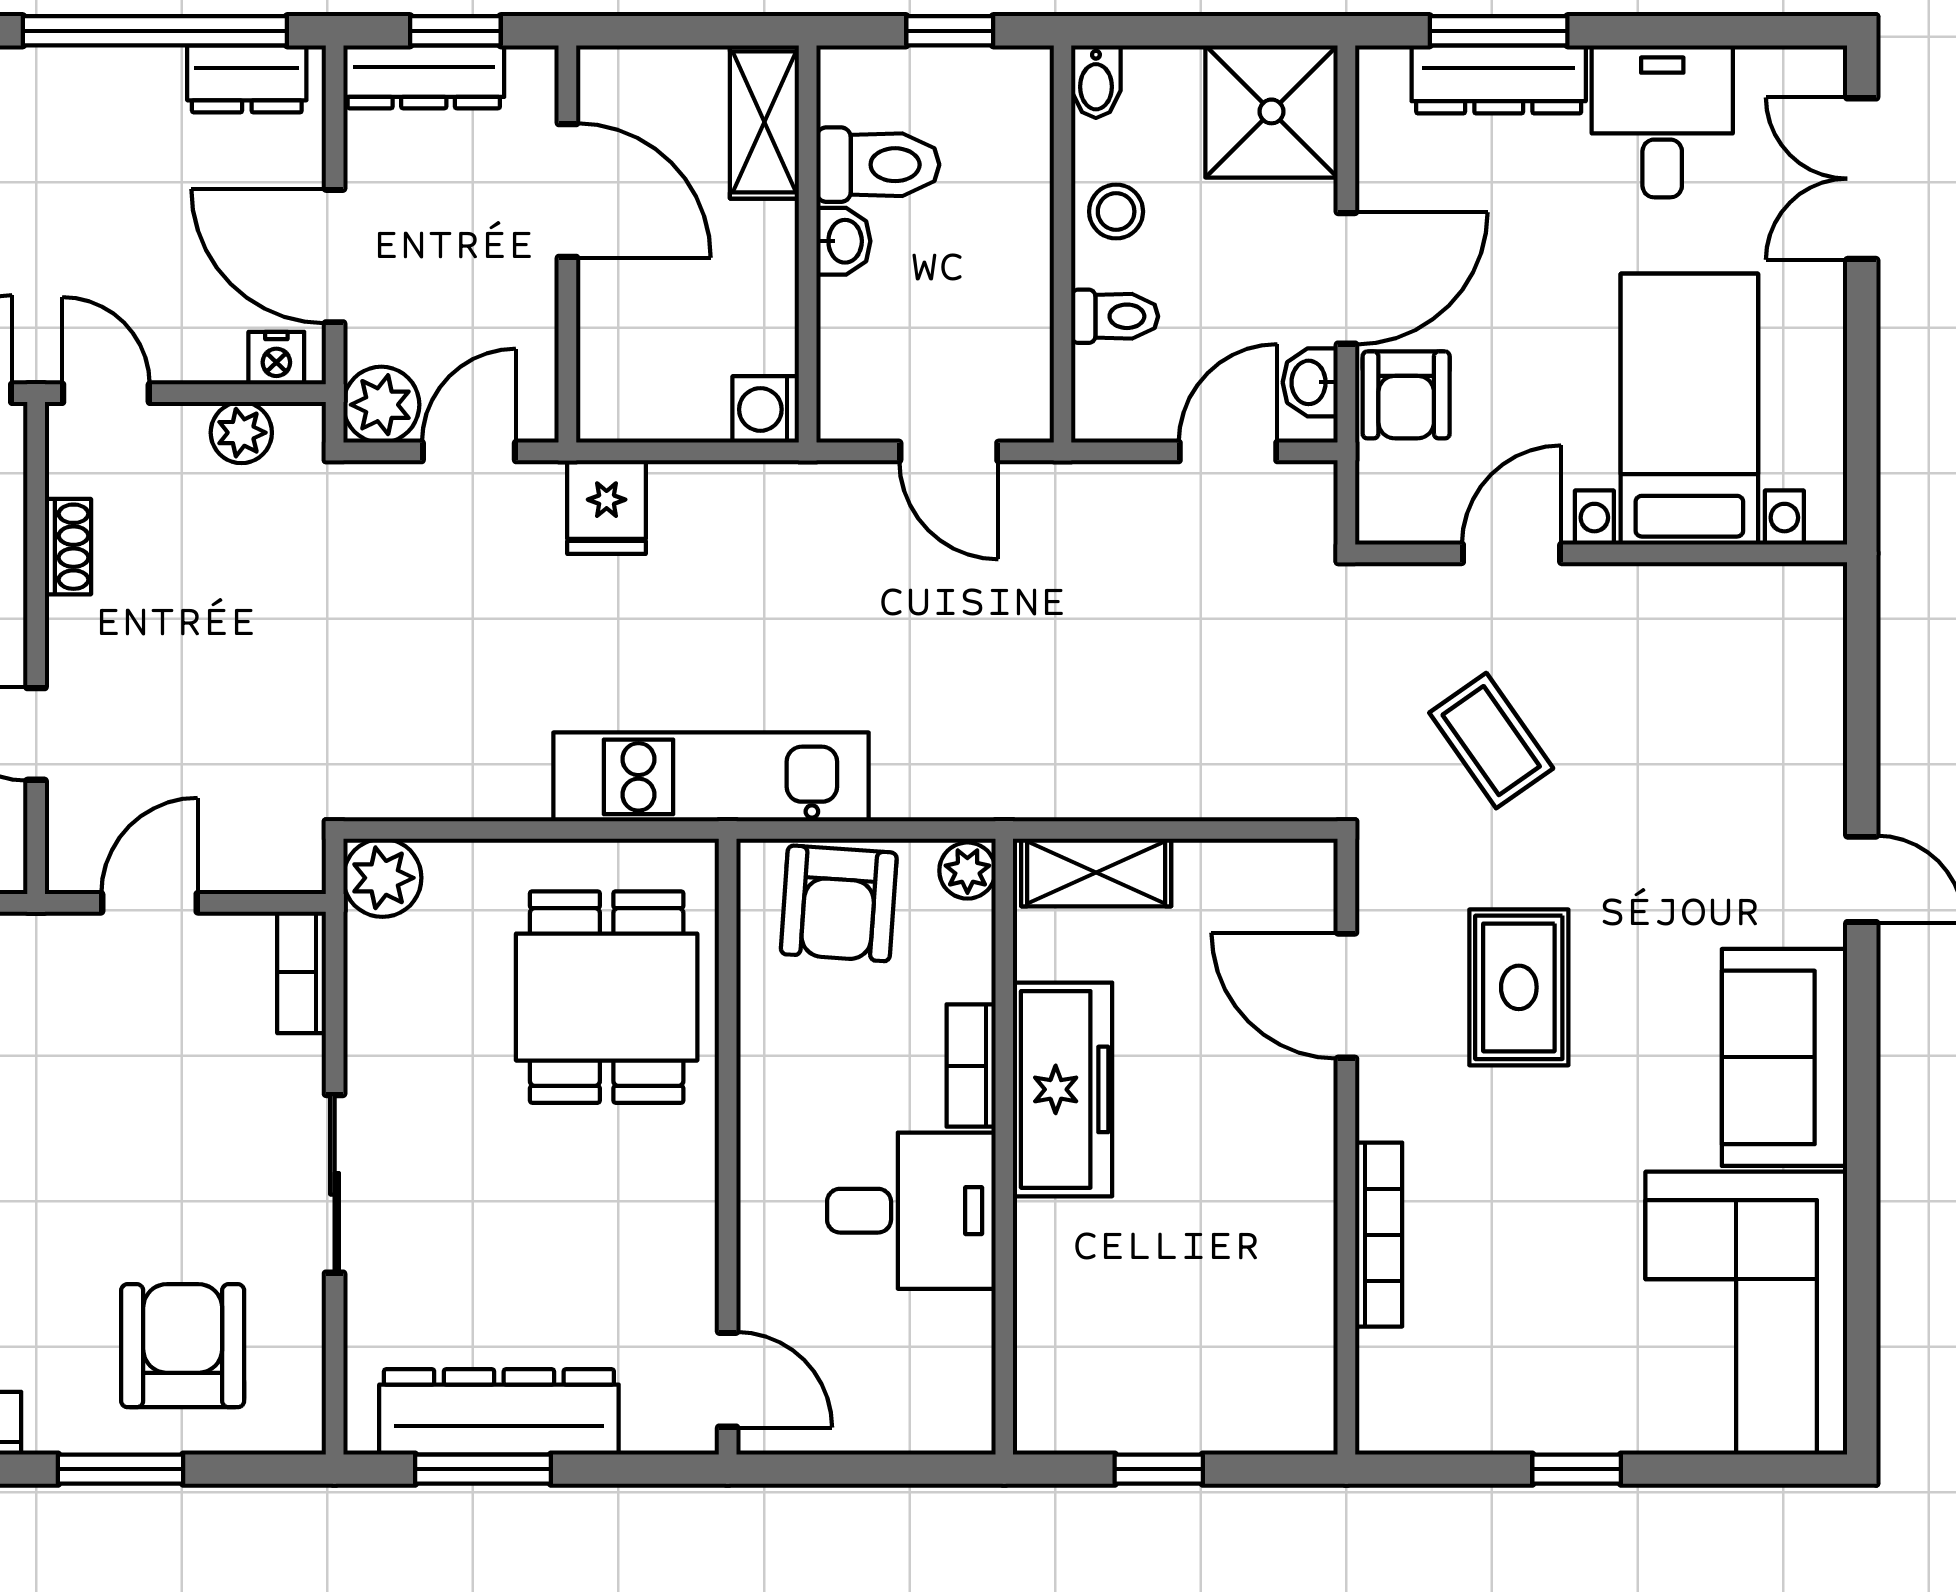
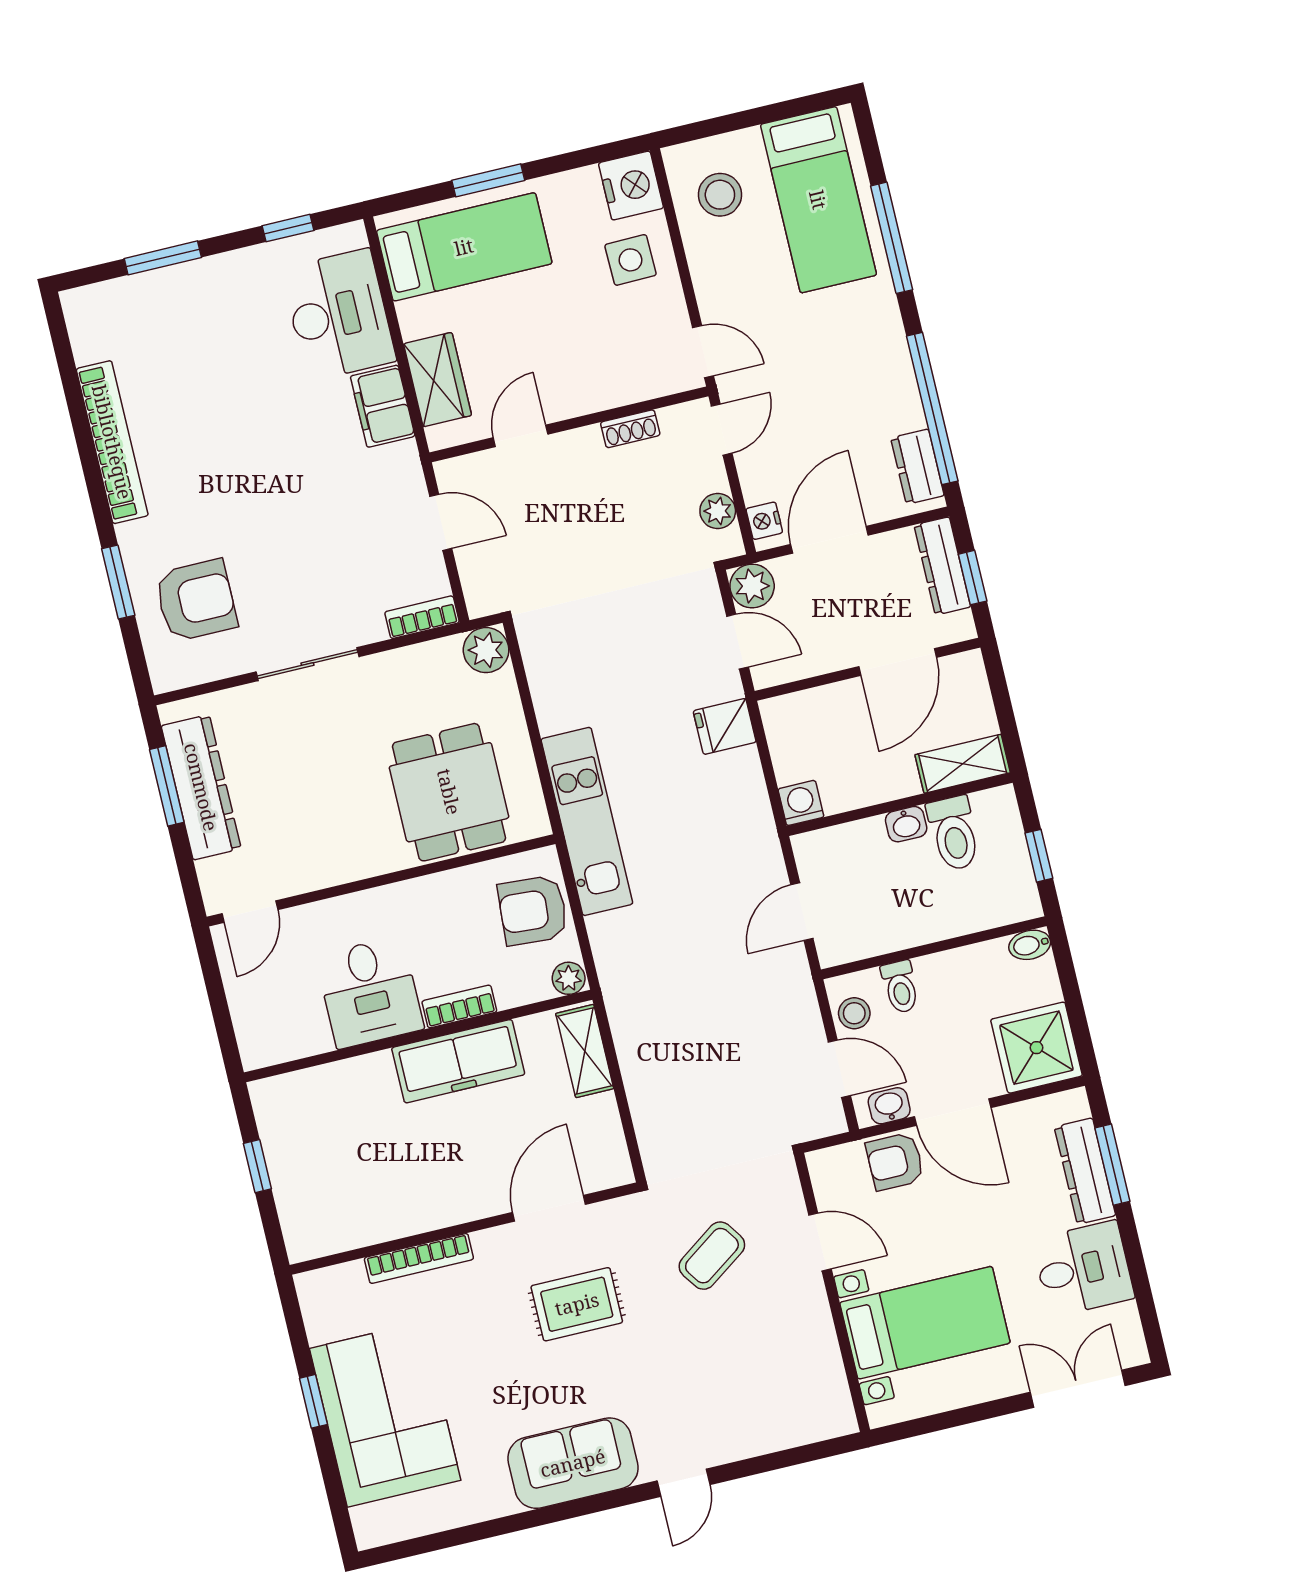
stool: (1116, 212) -> (854, 1013), moved
dining table: (607, 997) -> (449, 792), turned 90
corner sofa: (1746, 1313) -> (385, 1414), moved, turned 90

